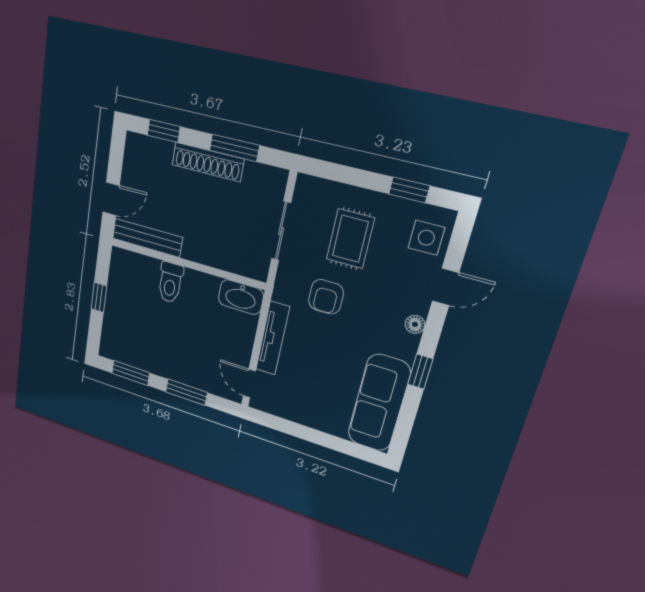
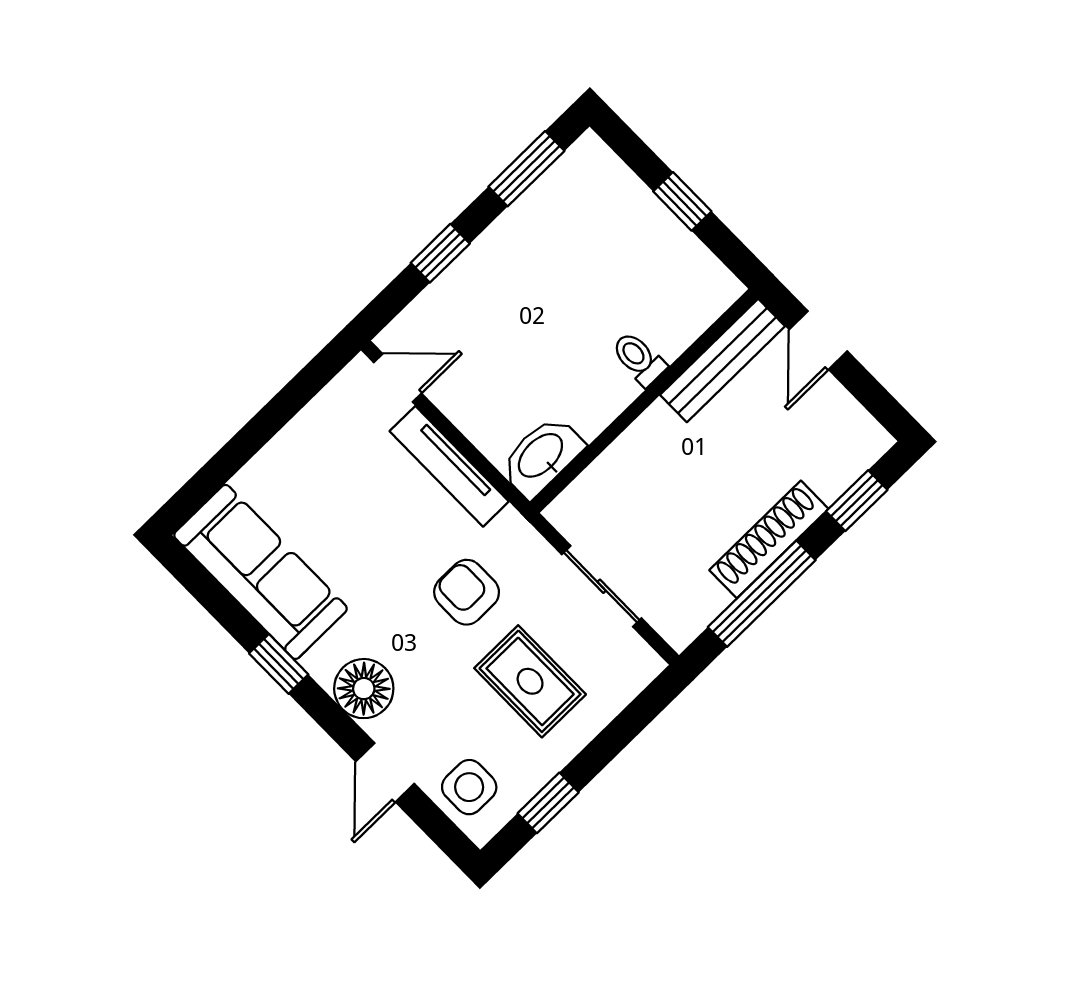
window: (234, 148) -> (762, 594), width x1.44
toilet: (170, 283) -> (639, 359), width x0.73, depth x0.72
floor lamp: (415, 324) -> (364, 689), width x1.89, depth x1.89
window: (186, 392) -> (440, 253), width x0.67

